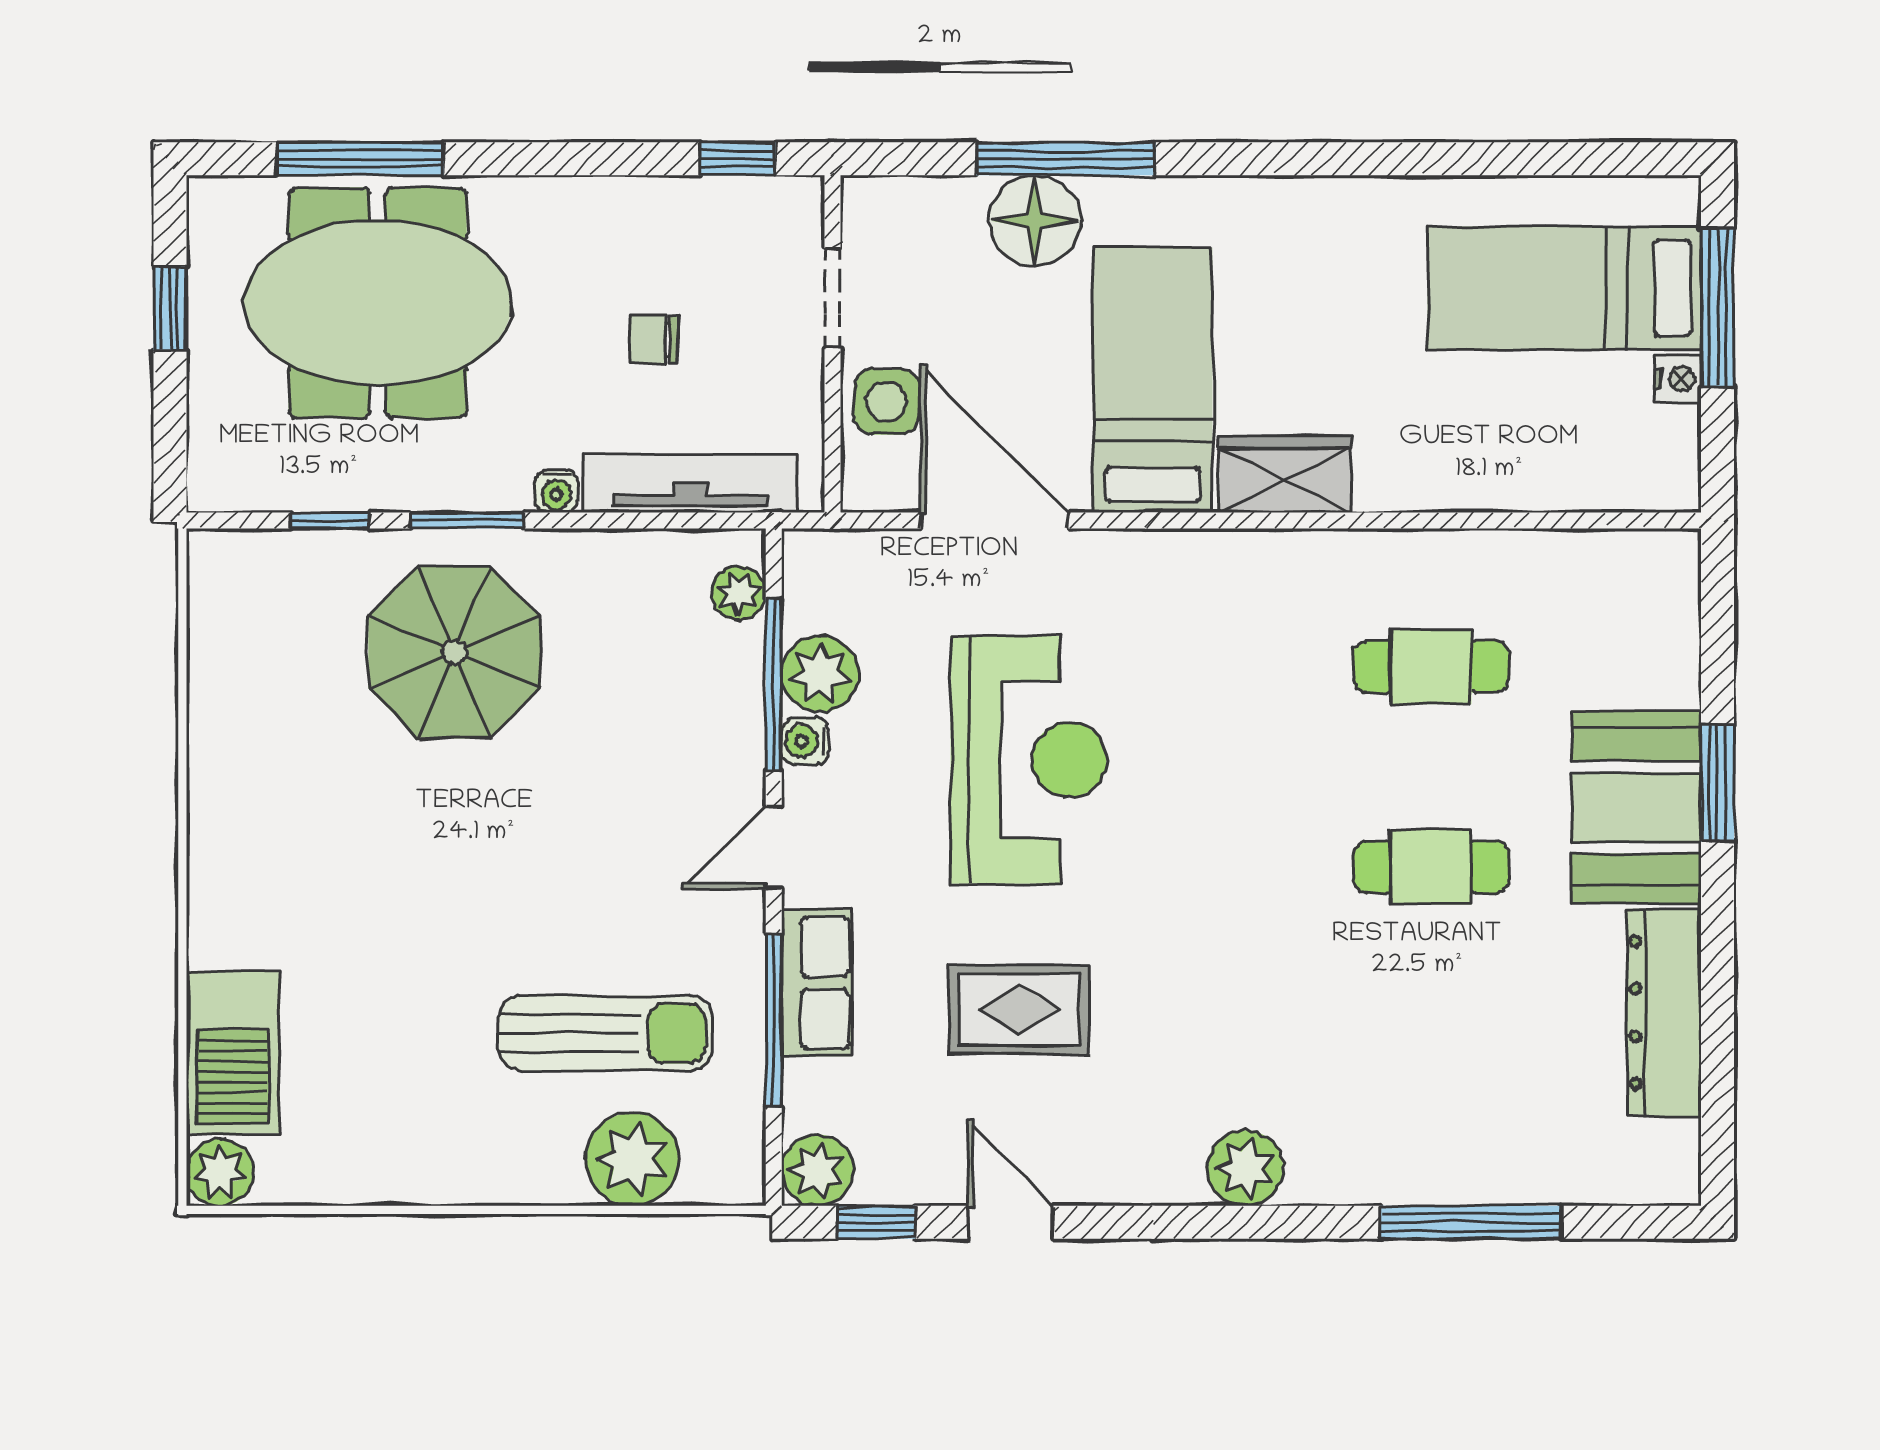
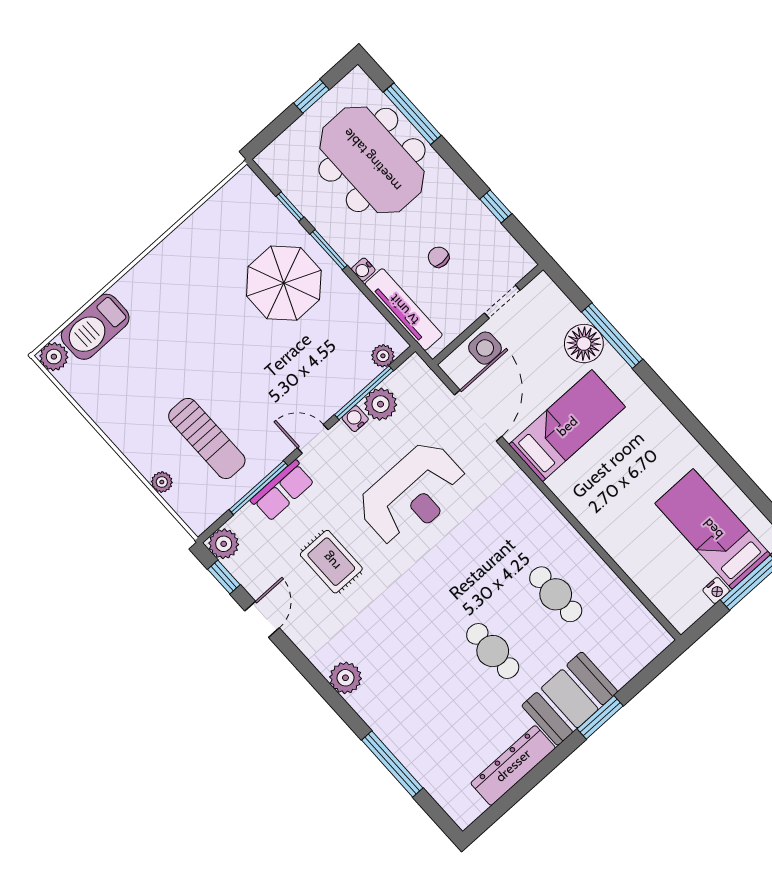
window: (737, 159) -> (496, 206), moved
wardrobe: (1284, 474) -> (575, 494), removed
plant: (633, 1159) -> (162, 482), width x0.53, depth x0.53

